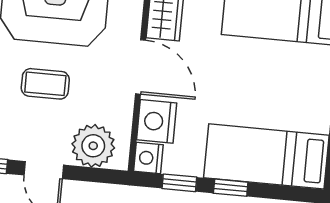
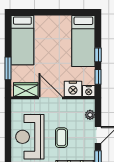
door: (141, 67) -> (50, 98), hinge flipped
plant: (93, 146) -> (90, 115), width x0.53, depth x0.53

